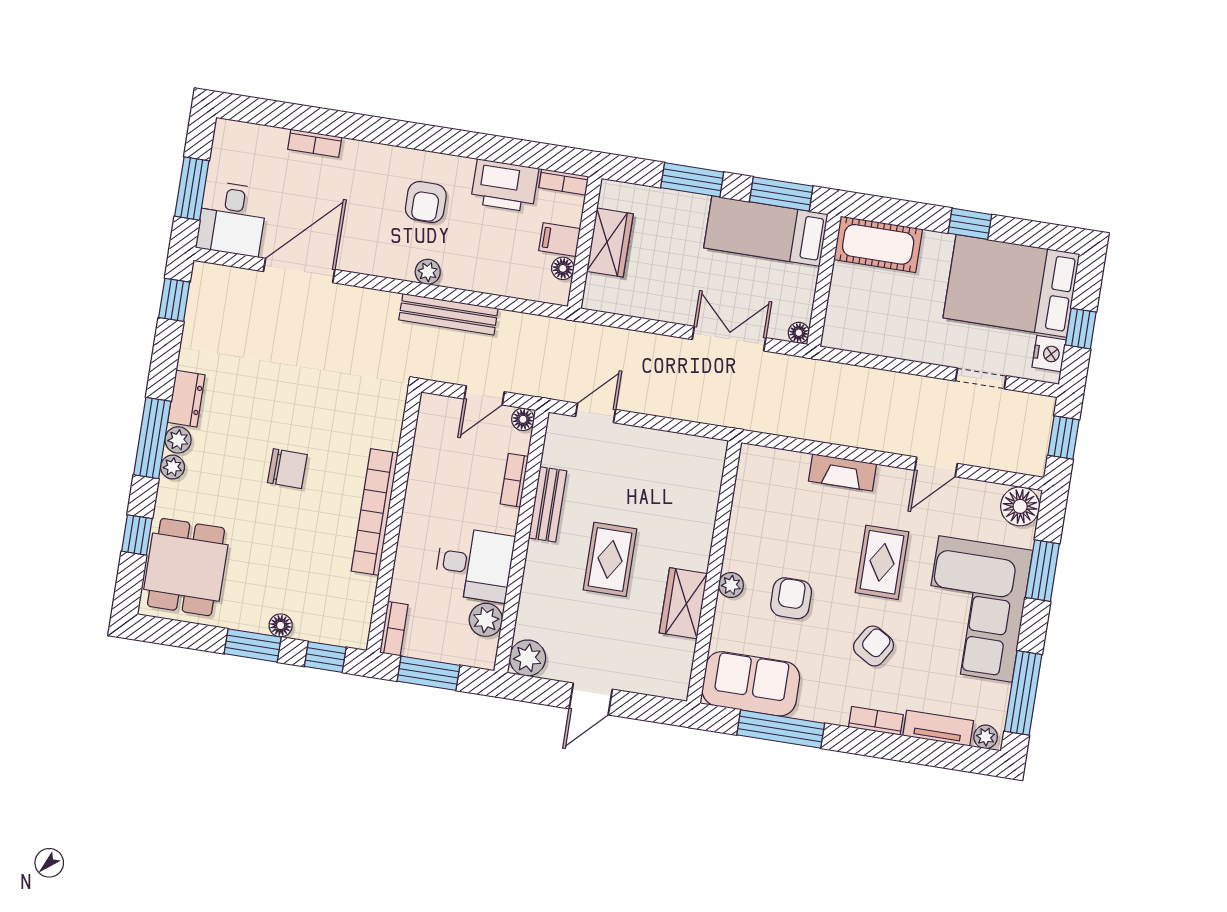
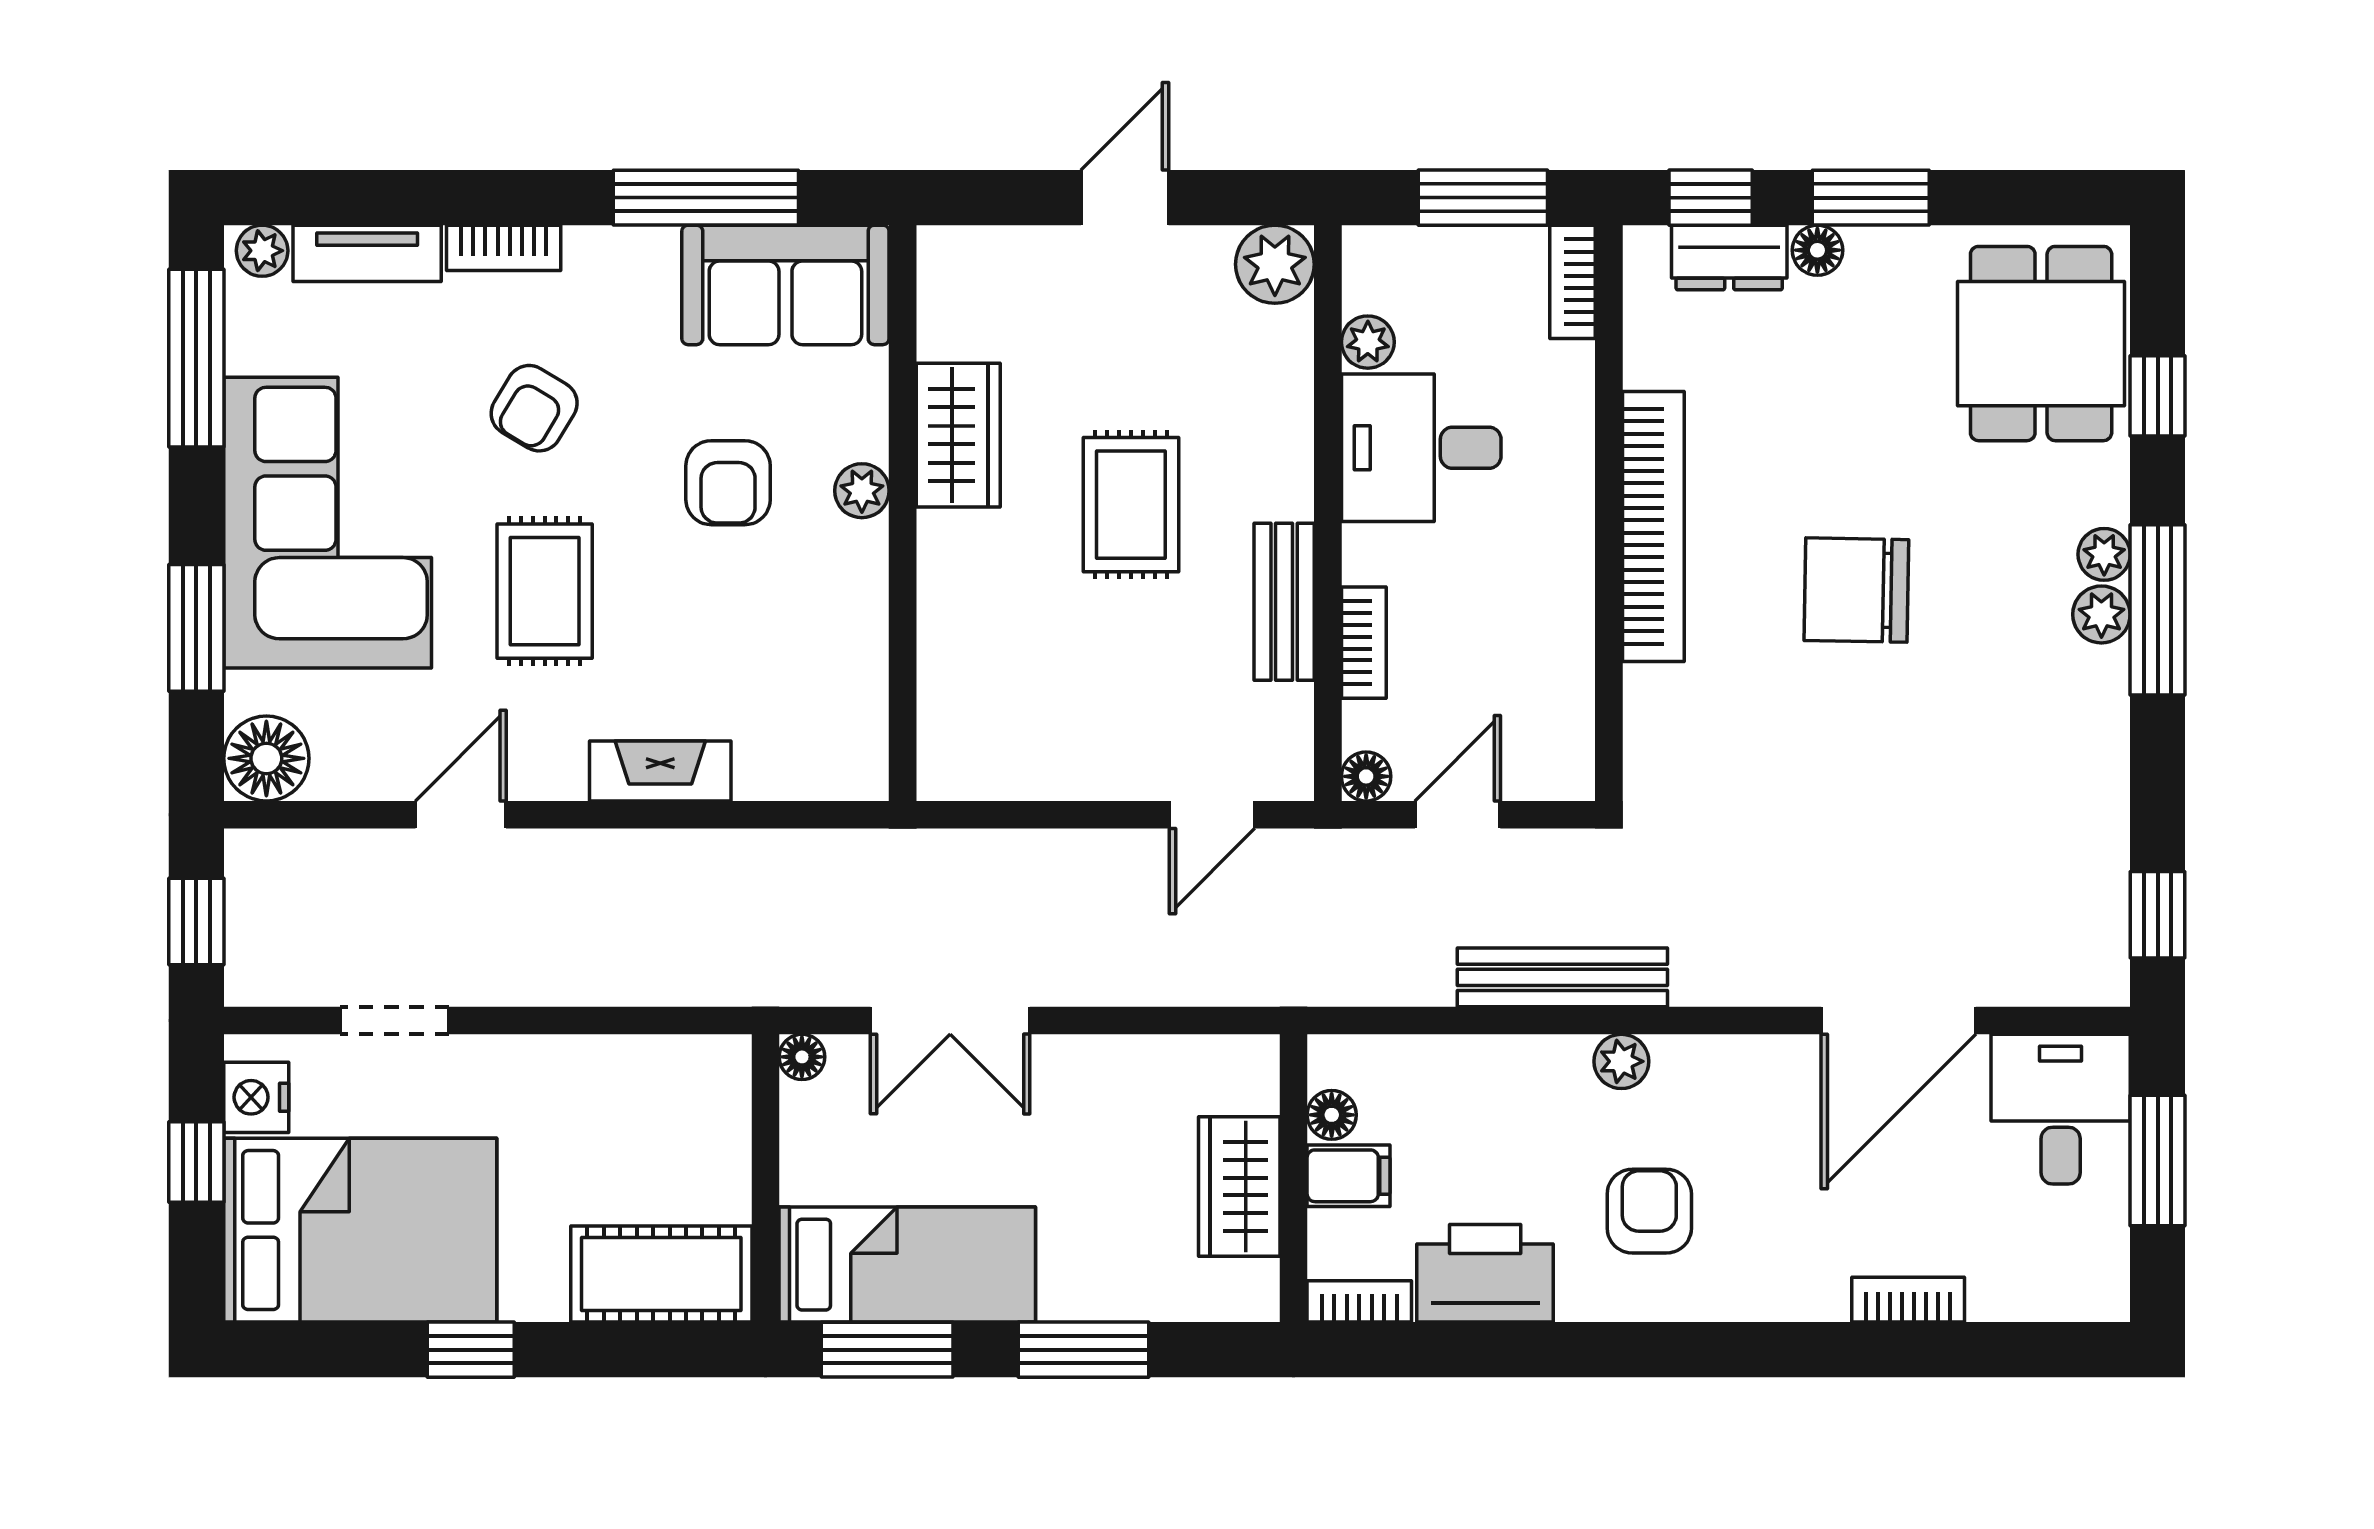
dresser: (186, 399) -> (1729, 257), moved, turned -90
chair: (287, 469) -> (1856, 590), width x1.37, depth x1.37
plant: (486, 620) -> (1368, 342), width x0.73, depth x0.73

